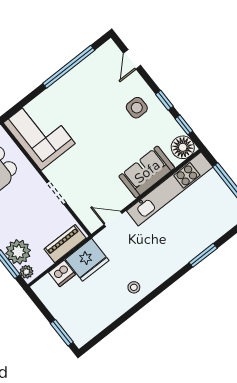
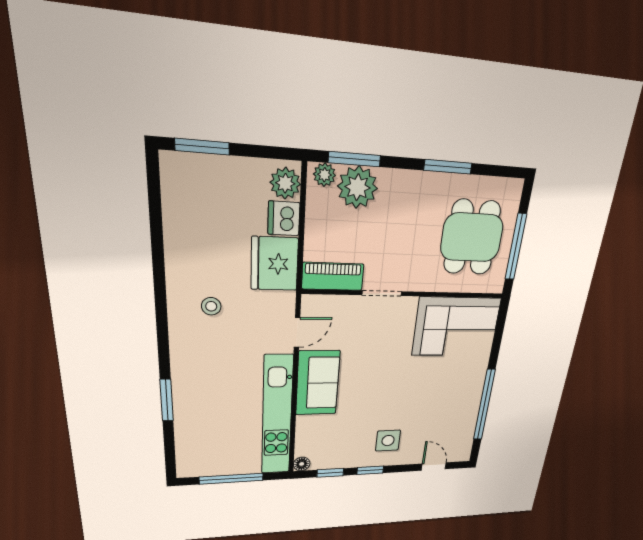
floor lamp: (183, 147) -> (302, 464), width x0.53, depth x0.53
sofa: (147, 172) -> (318, 383), moved
piano: (65, 244) -> (333, 276), moved, turned -90
plant: (46, 286) -> (285, 183), added
stool: (134, 287) -> (211, 306), moved

